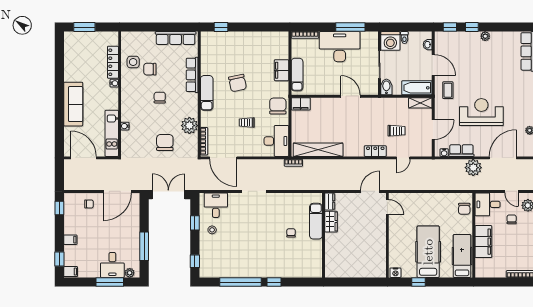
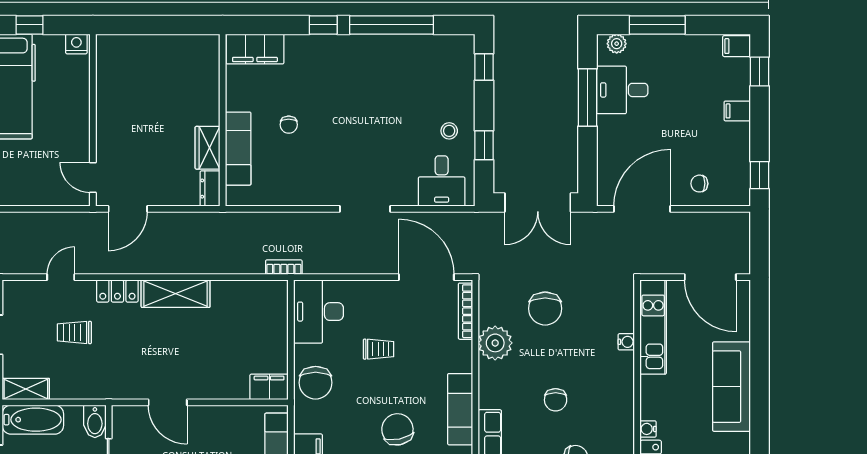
shelving: (318, 150) -> (176, 294), moved, width x0.68
desk: (112, 265) -> (622, 90), moved, turned -90
filing cabinet: (308, 270) -> (255, 49), added

